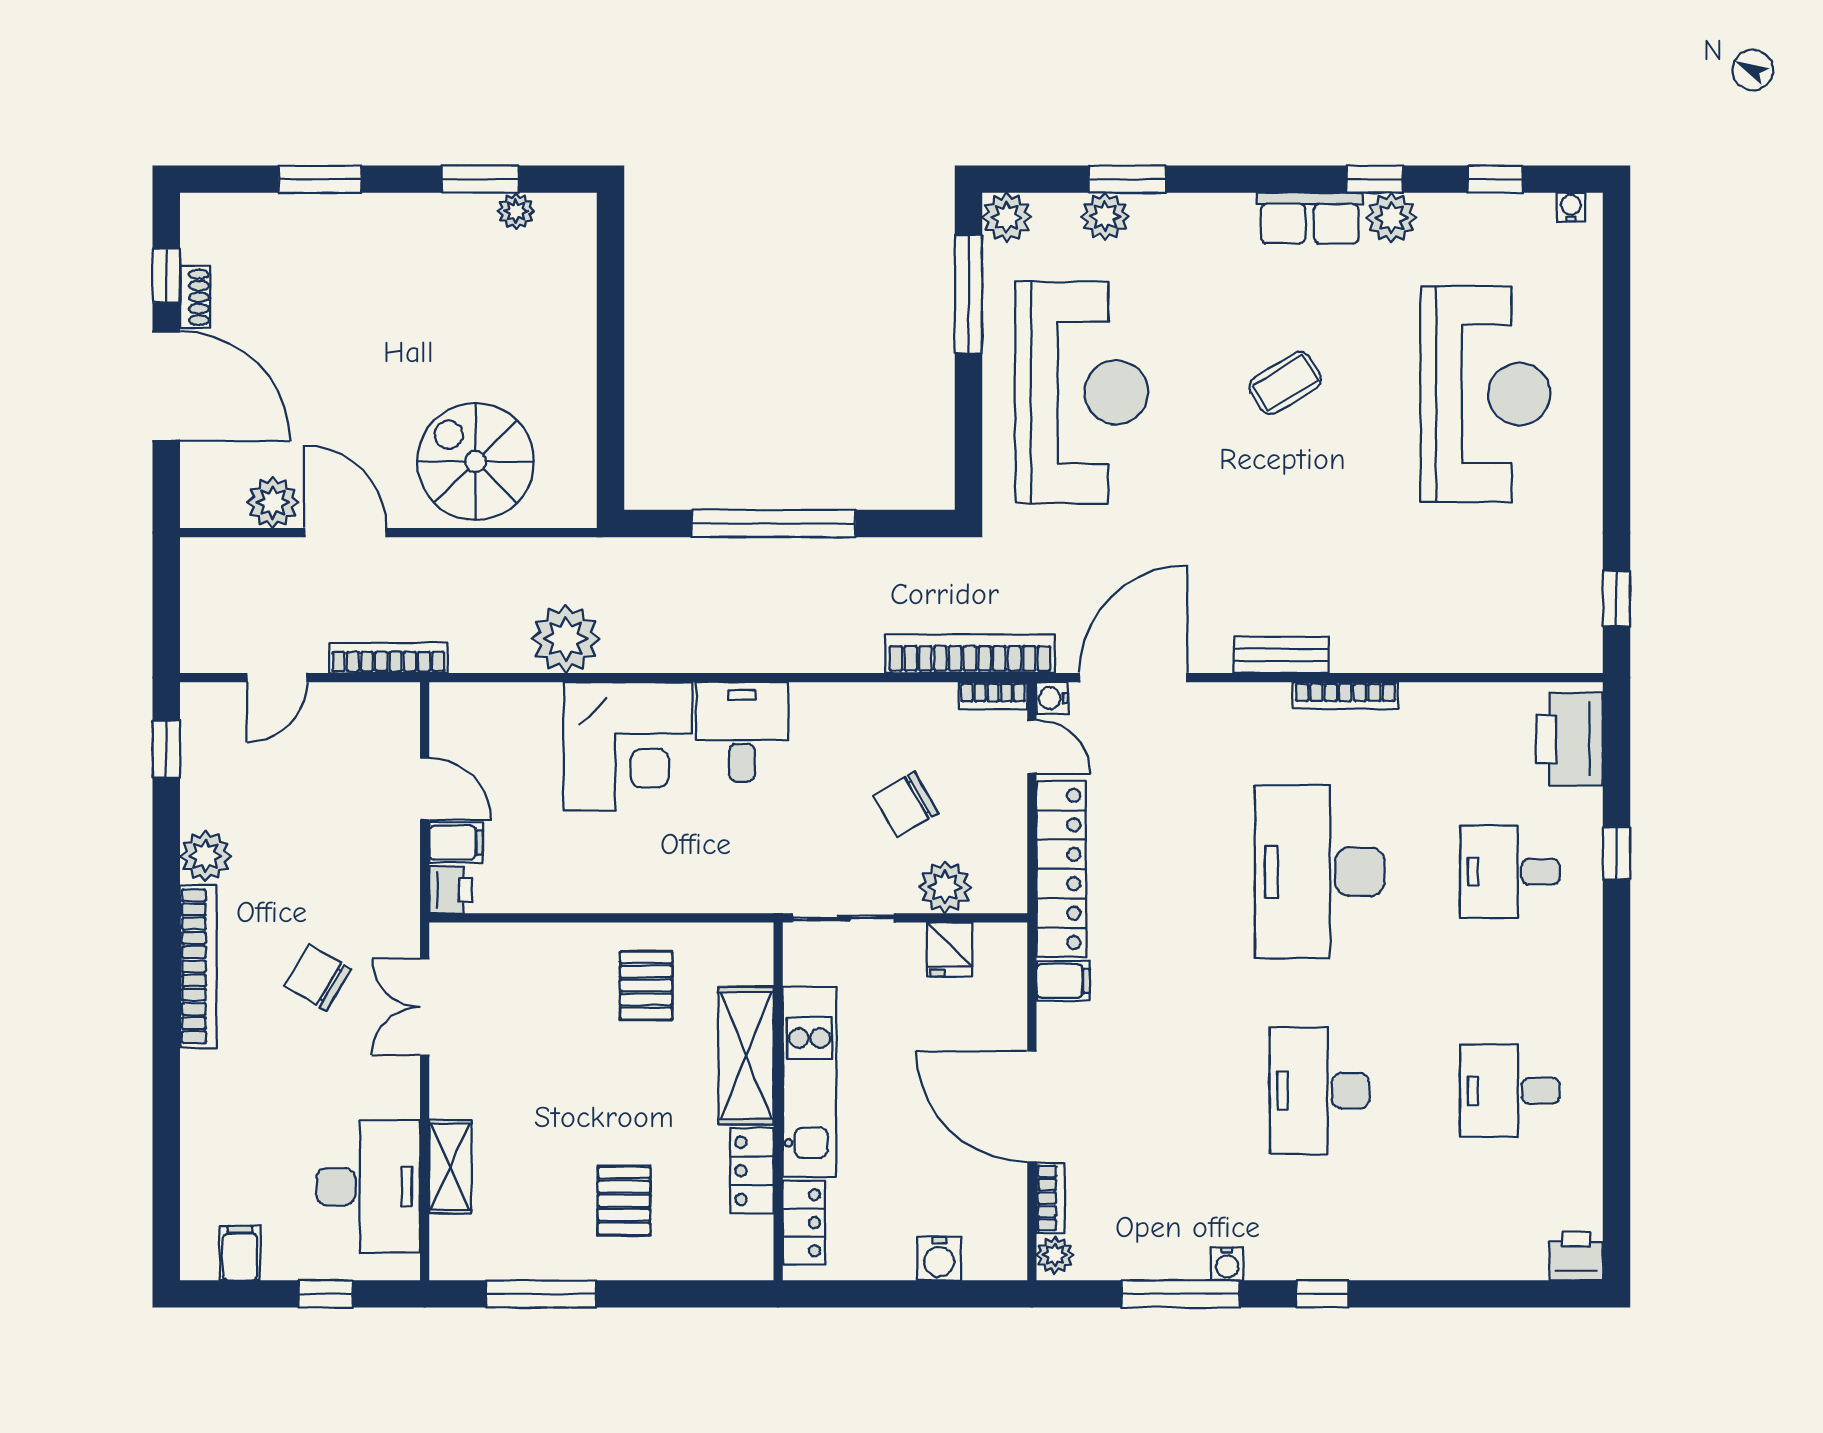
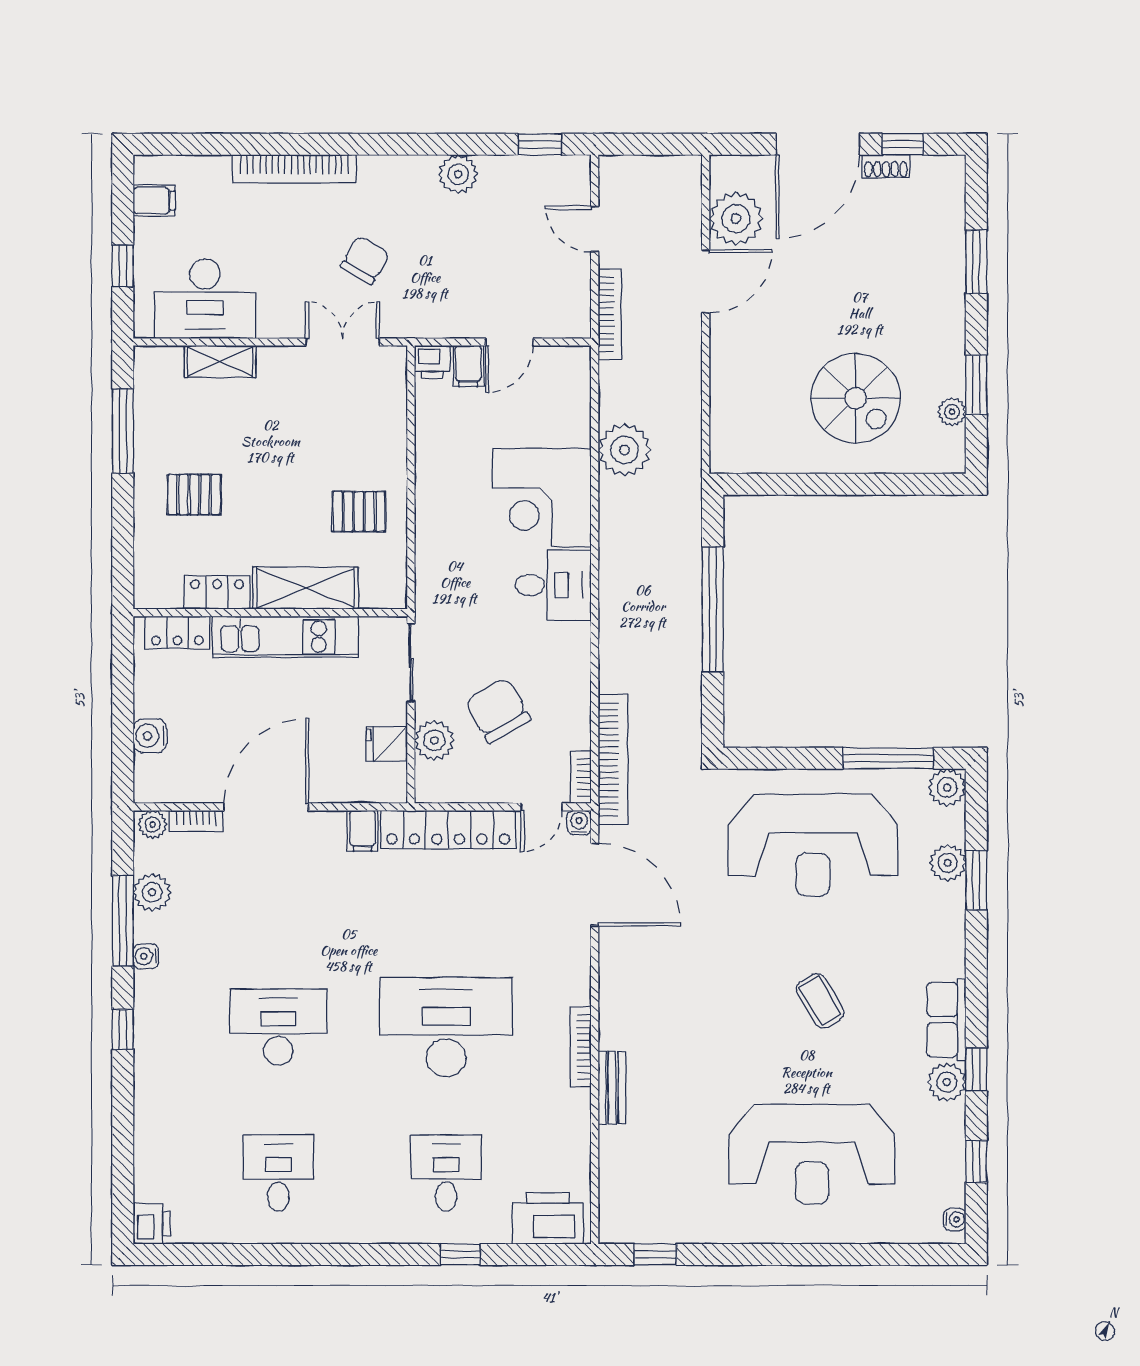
spiral stairs: (476, 462) -> (856, 398), moved, turned 90
plant: (273, 502) -> (736, 219), width x1.36, depth x1.36
bench: (1281, 655) -> (612, 1088), moved
chair: (906, 804) -> (498, 710), width x1.37, depth x1.37
bookcase: (198, 966) -> (294, 169), moved
plant: (1143, 1256) -> (152, 892), added

